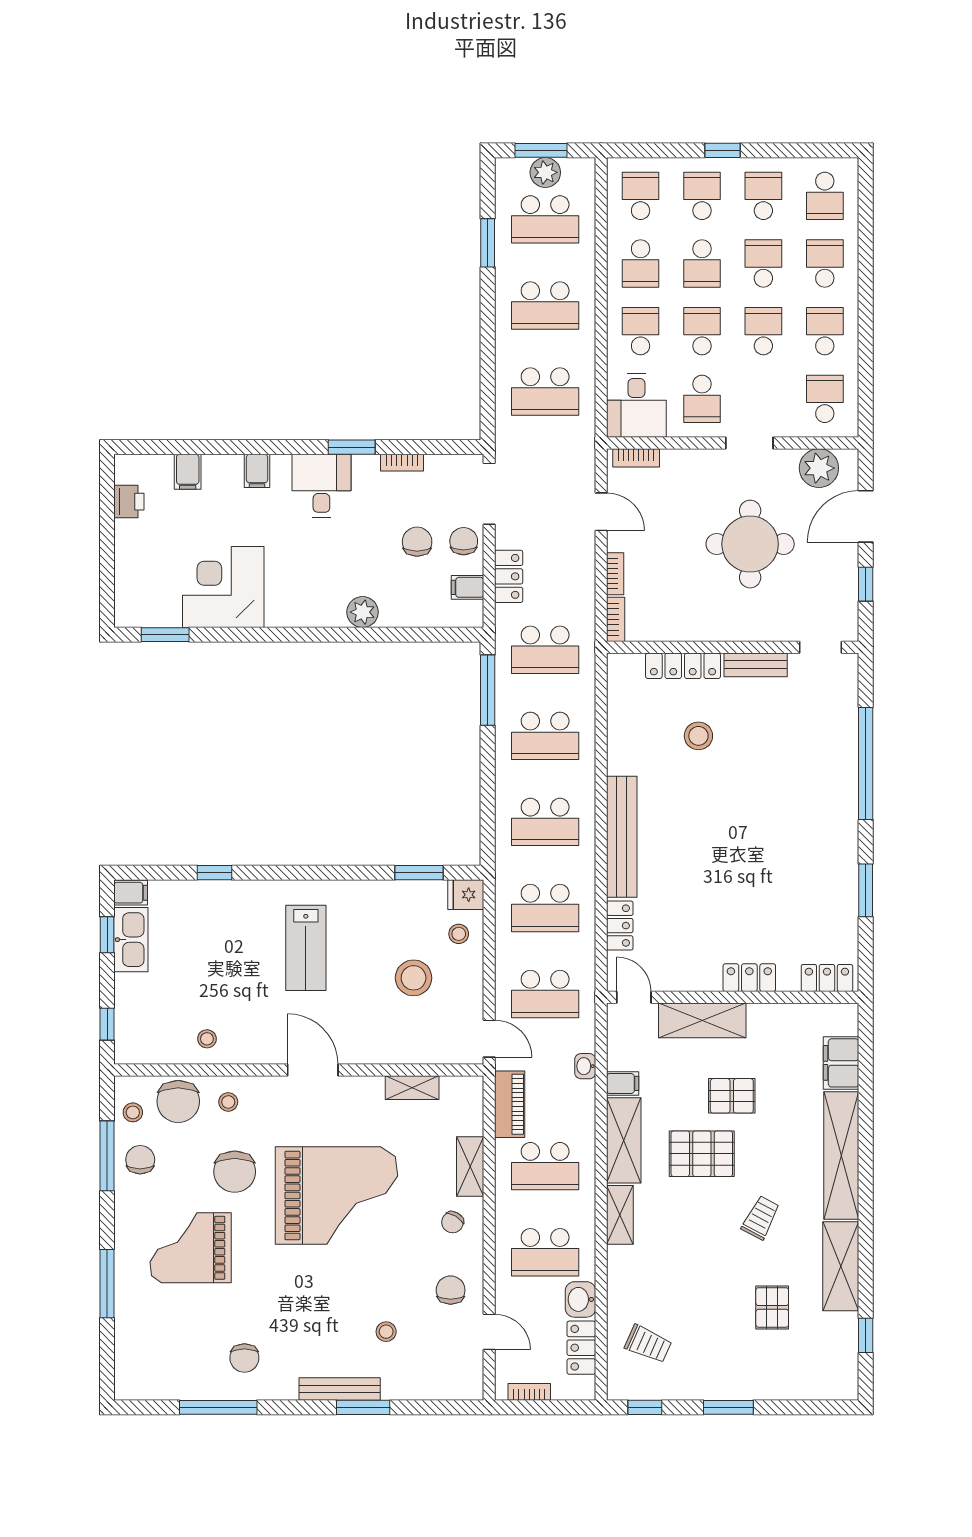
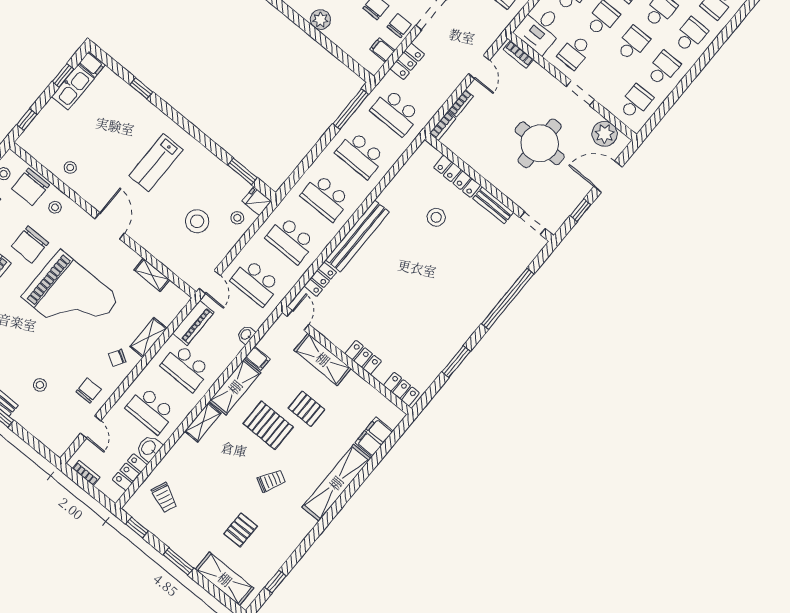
shelving: (841, 1266) -> (225, 579), moved, turned 90

